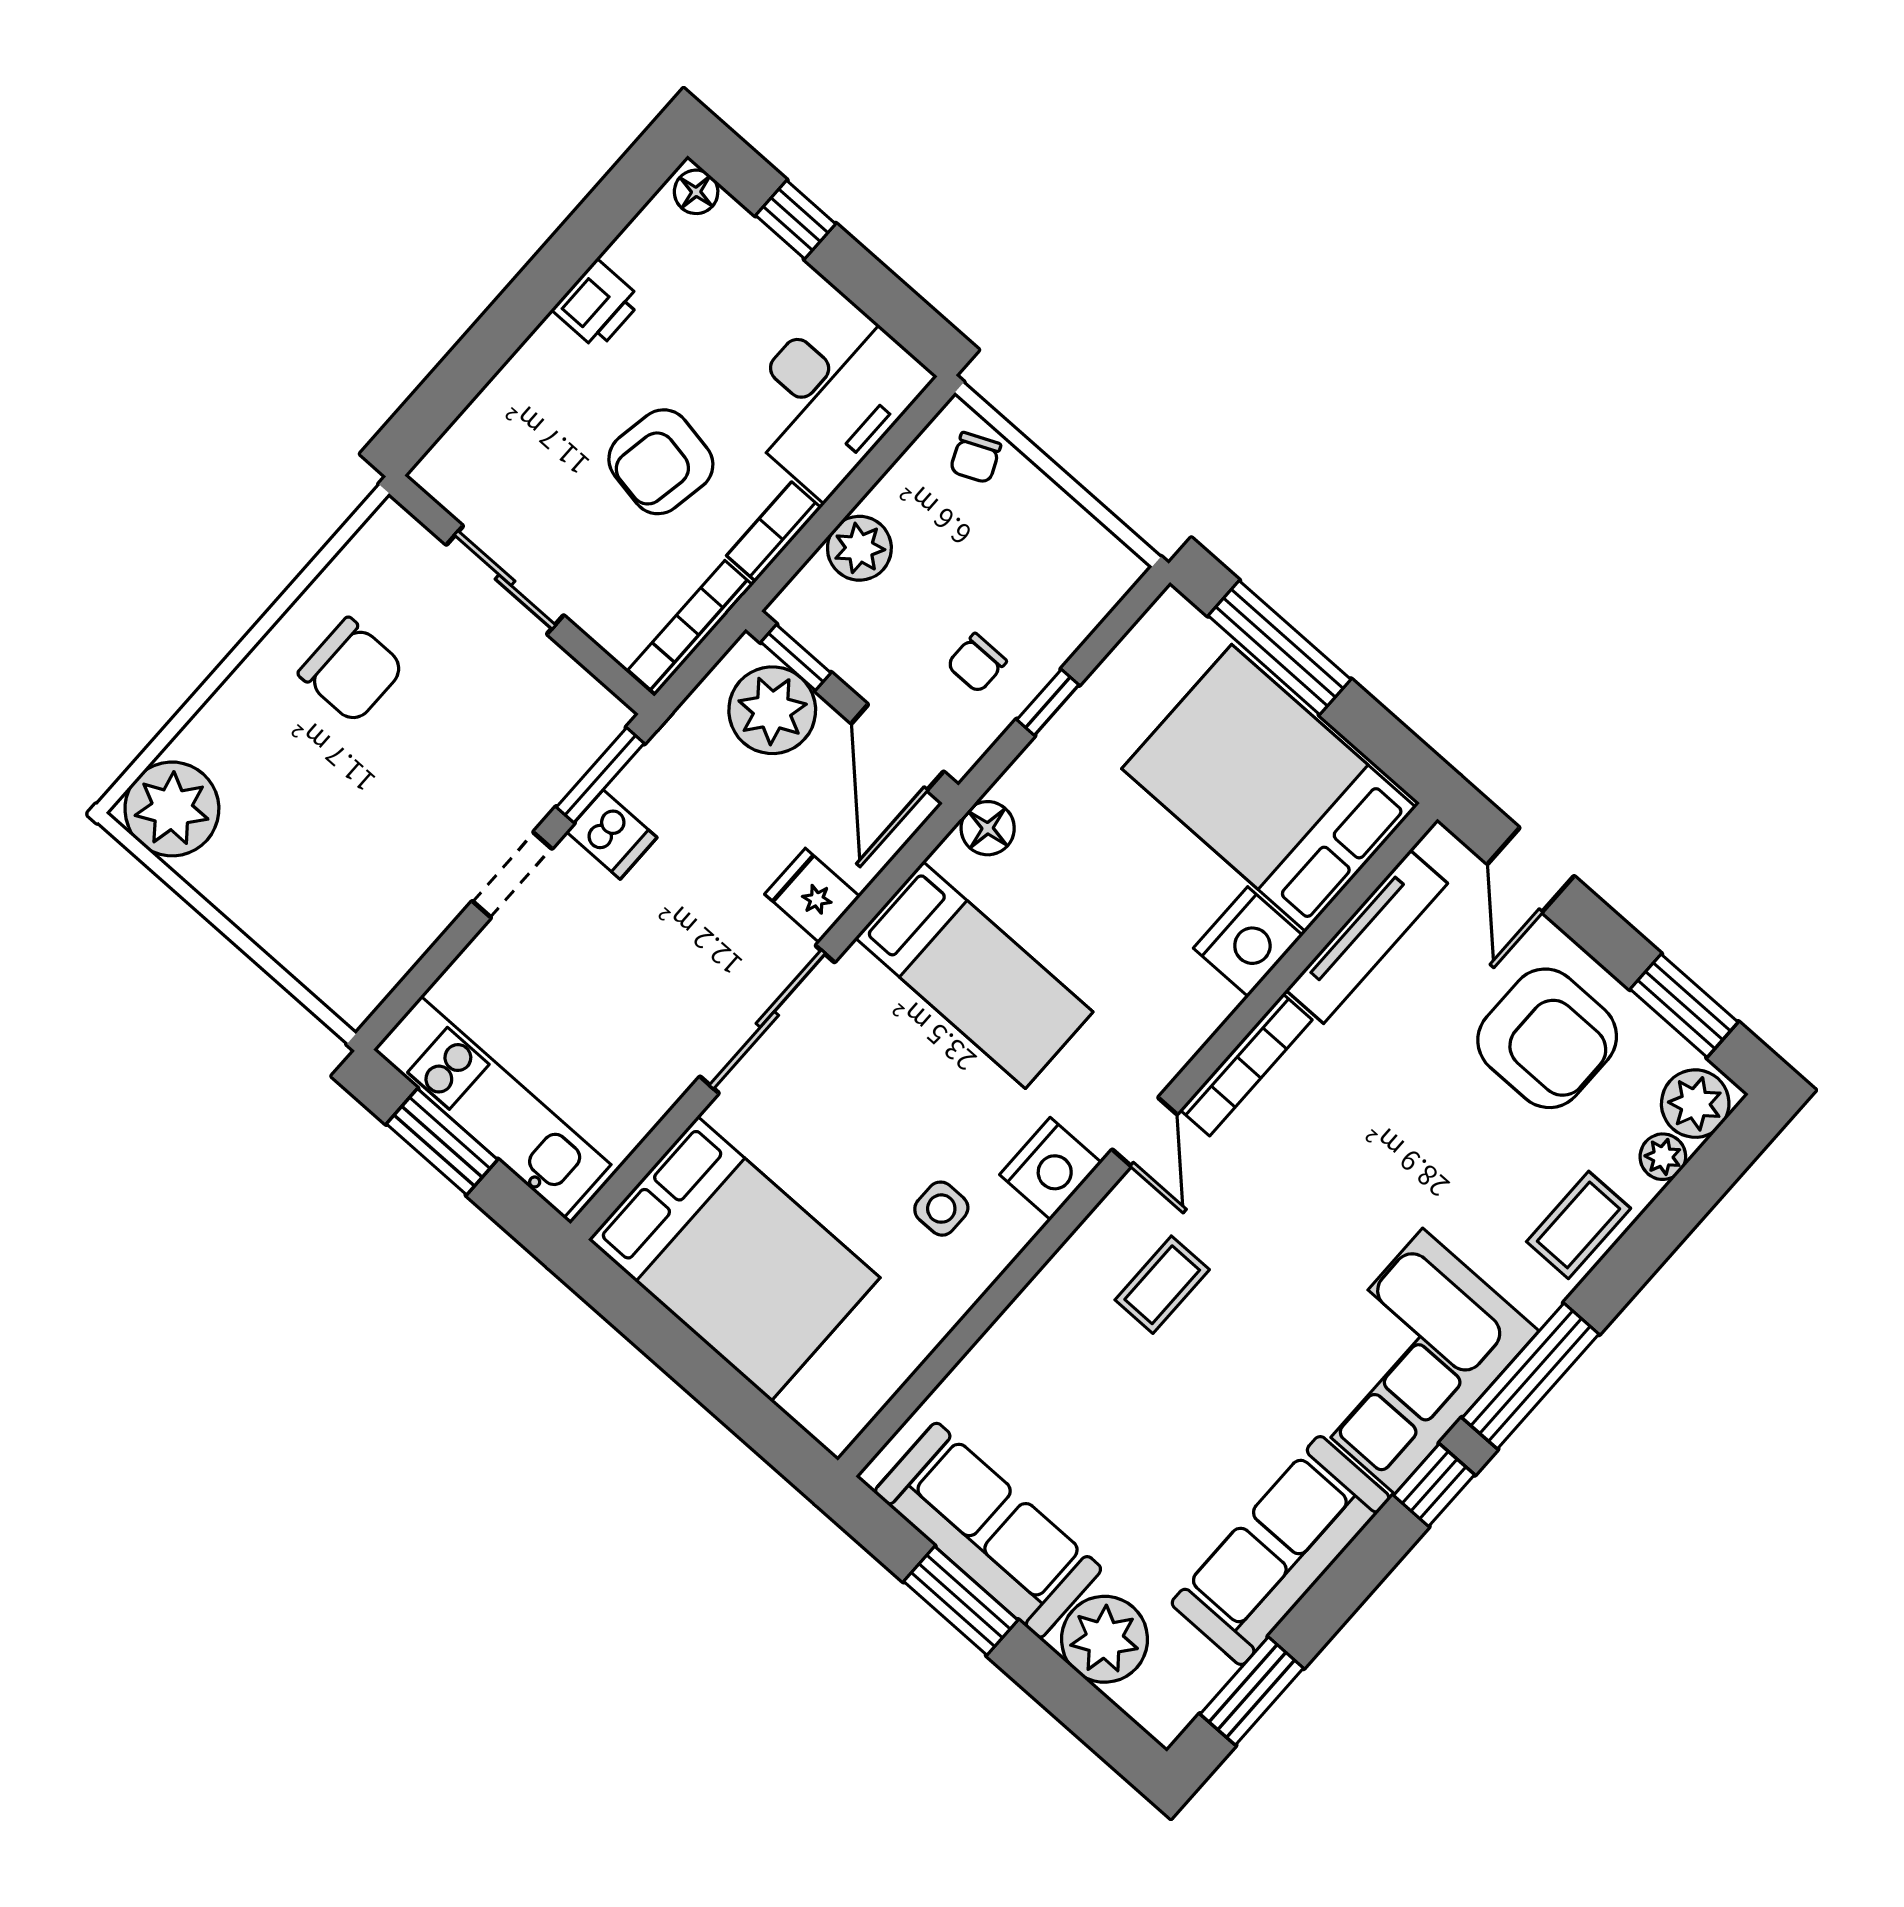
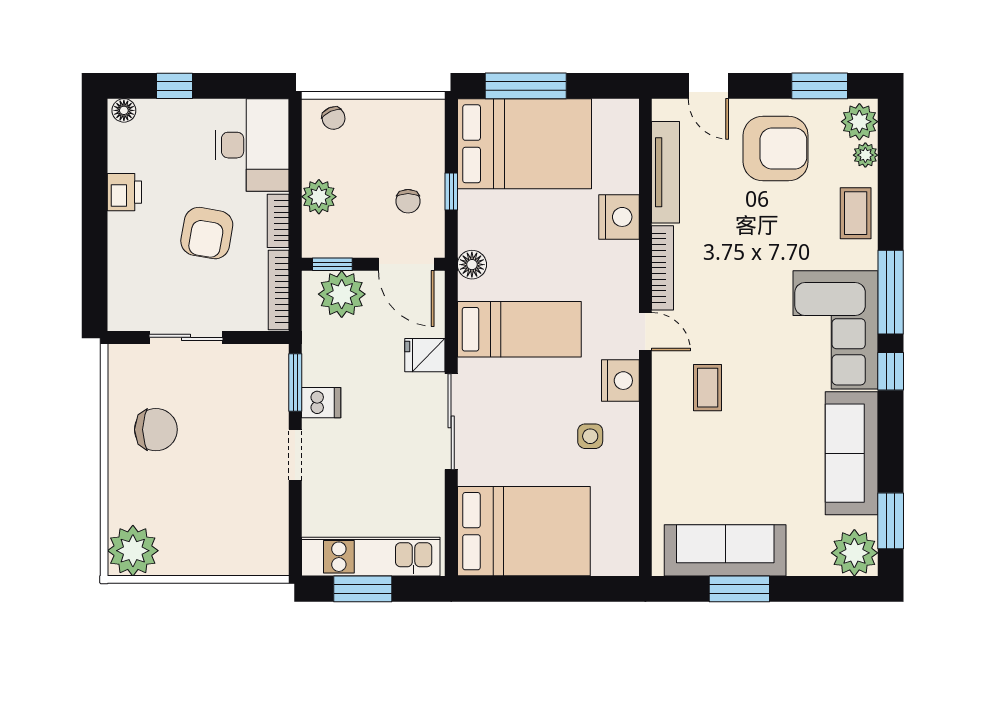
bed: (1269, 788) -> (524, 144), moved, turned 180
plant: (1105, 1639) -> (854, 553), moved

